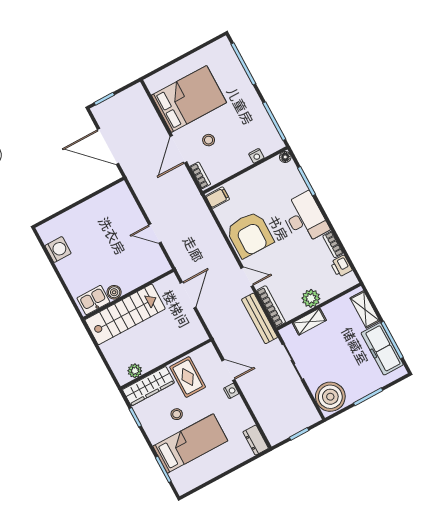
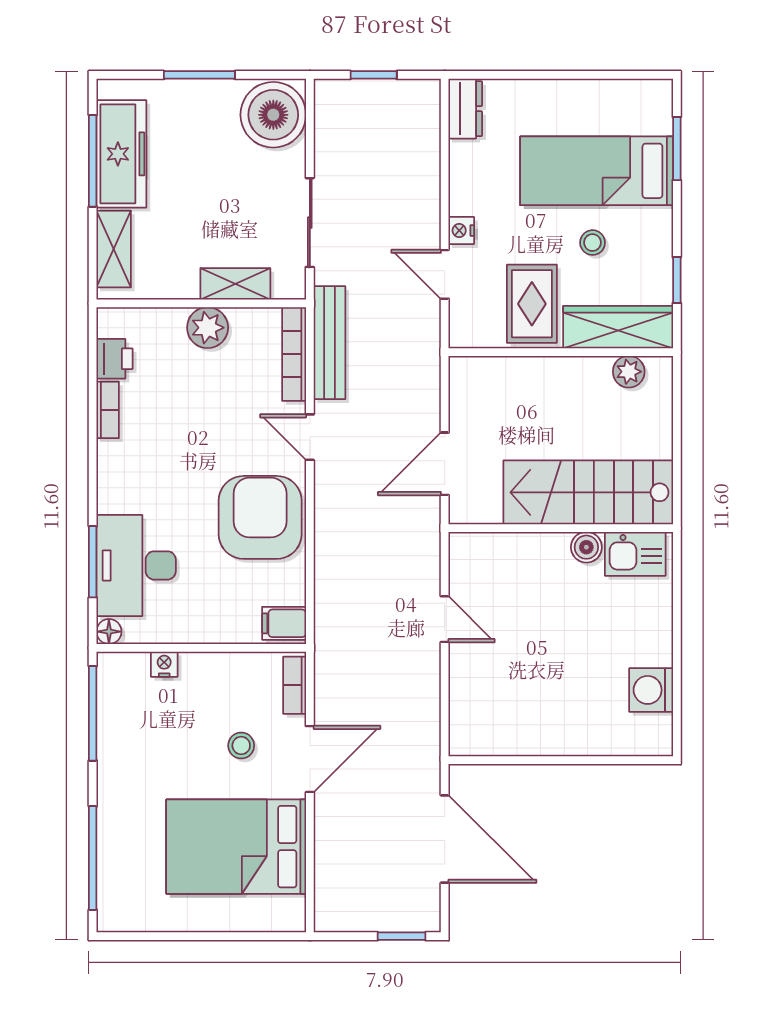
desk: (304, 218) -> (136, 565), moved

